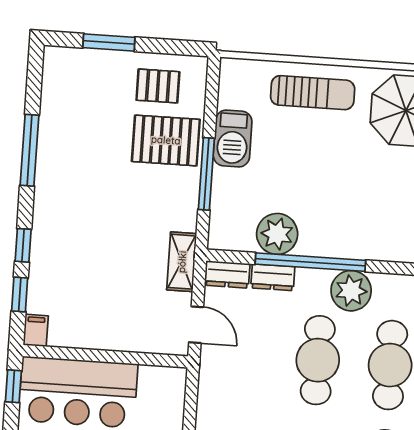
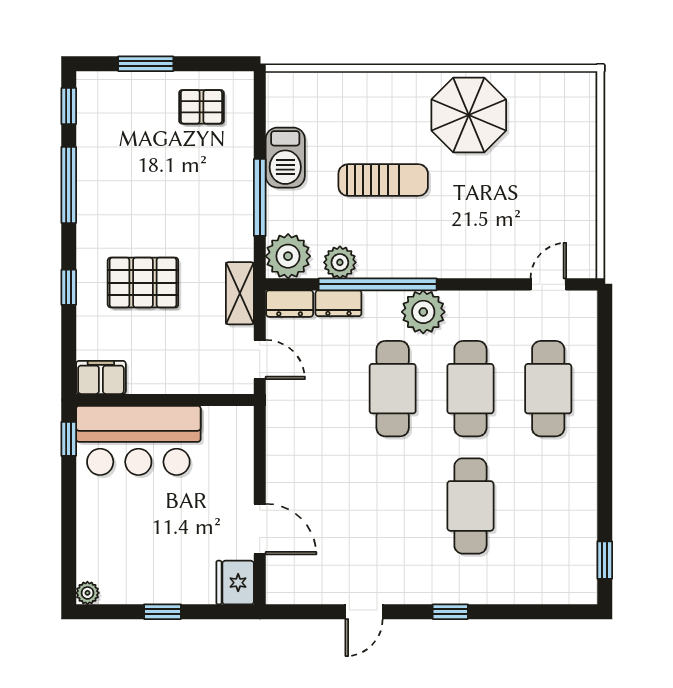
sun lounger: (313, 93) -> (383, 180), moved
pallet: (166, 140) -> (143, 283), moved
plant: (229, 230) -> (288, 256), added
plant: (277, 234) -> (340, 262), width x0.73, depth x0.73
window: (20, 294) -> (69, 106), moved
filing cabinet: (36, 330) -> (101, 377), width x2.00

